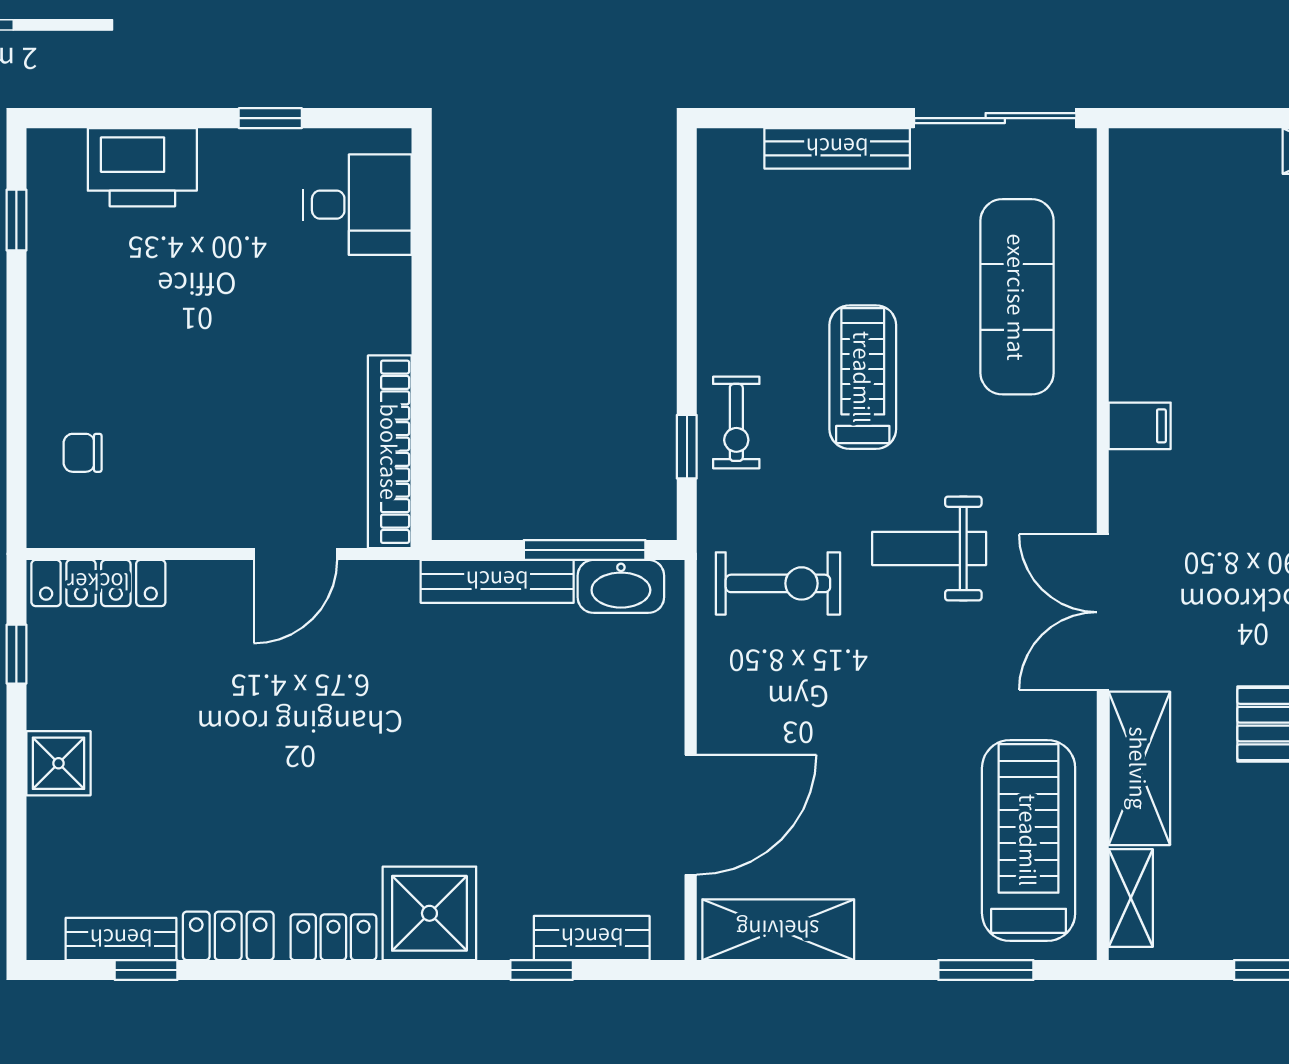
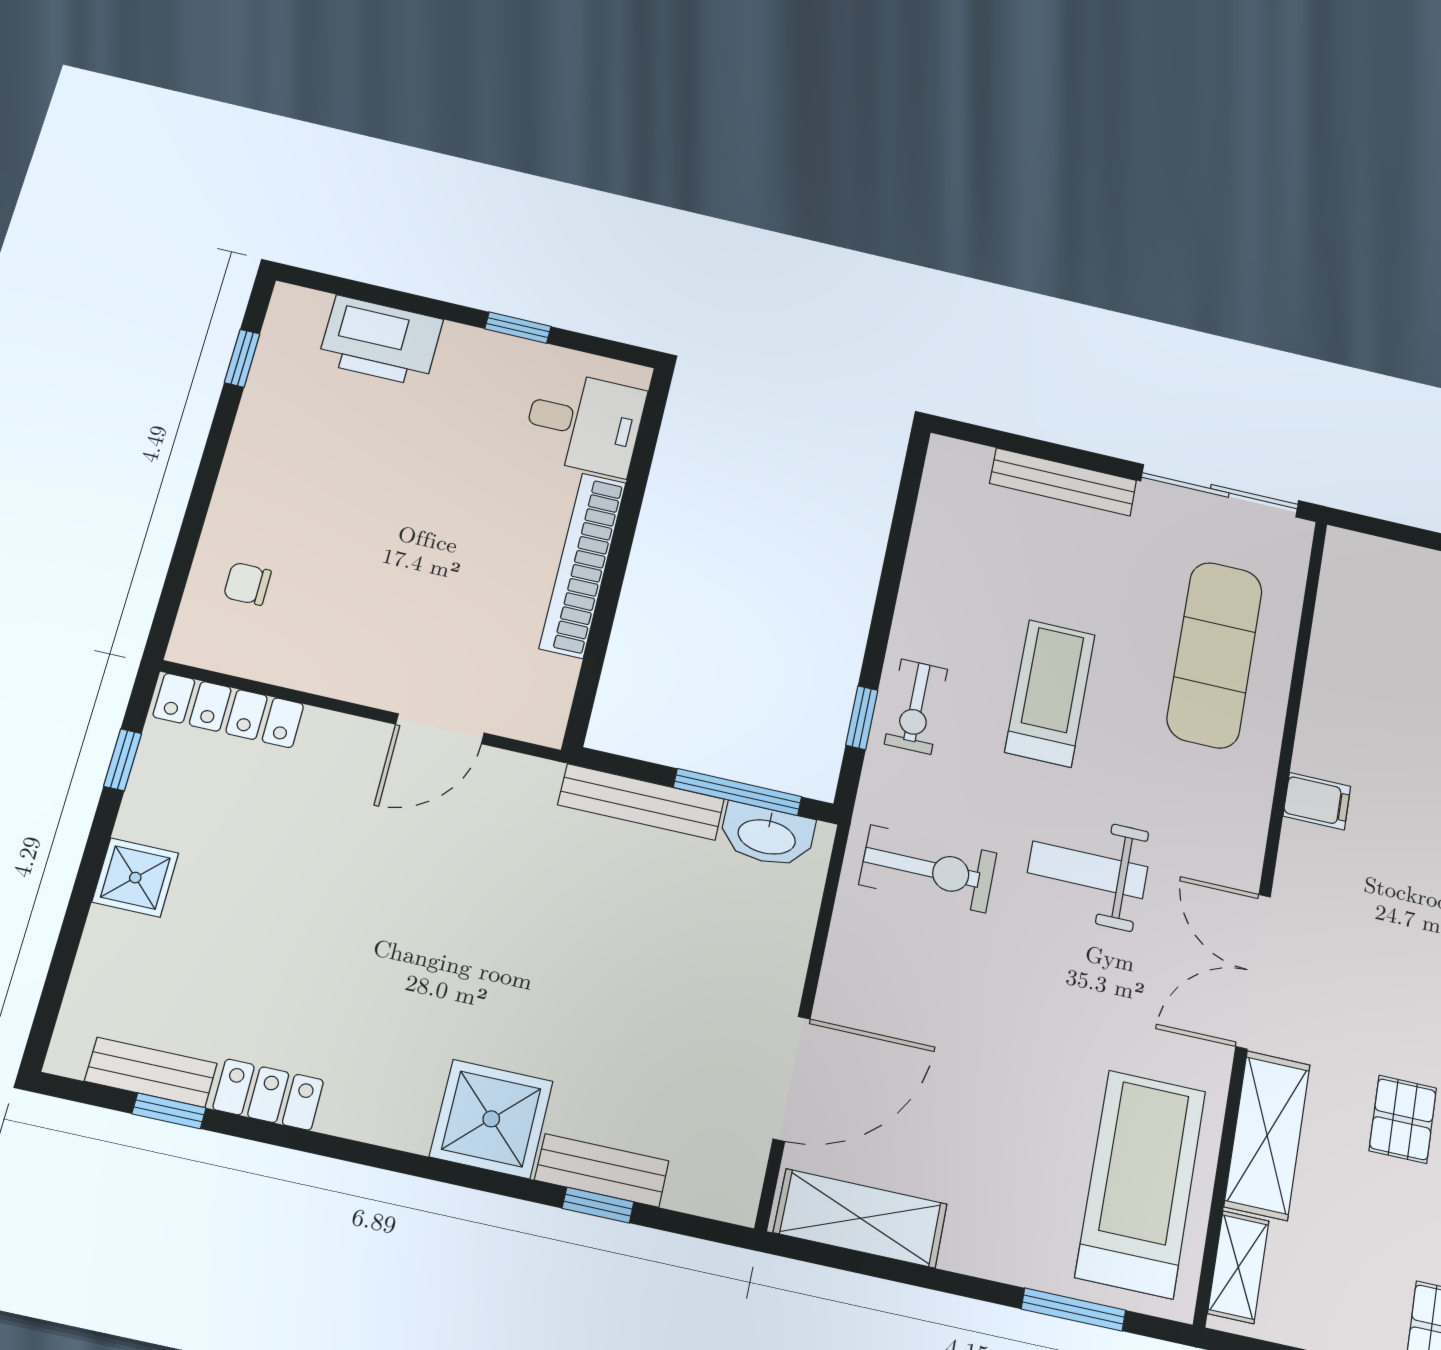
bookcase: (390, 452) -> (583, 565), moved
locker: (333, 937) -> (382, 1121), removed
bench: (592, 938) -> (602, 1170), moved

